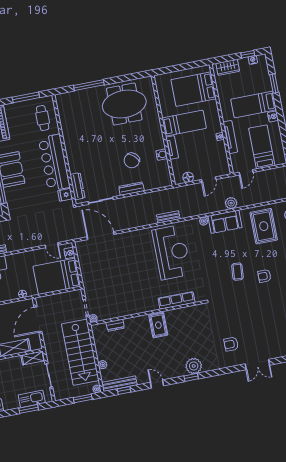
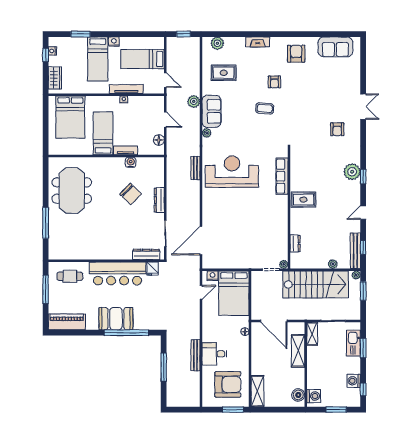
rug: (264, 226) -> (224, 73), width x0.73, depth x0.70

